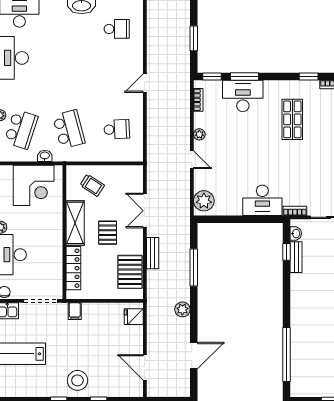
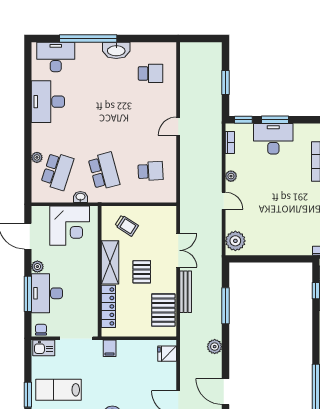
desk: (262, 200) -> (292, 240), removed
double door: (145, 211) -> (178, 250), swing flipped
bench: (153, 253) -> (186, 292), width x1.36
door: (194, 356) -> (226, 392), swing flipped

